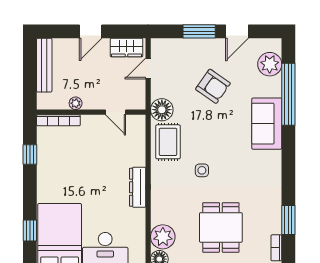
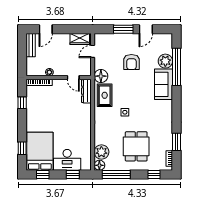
door: (91, 31) -> (46, 29), moved
plant: (270, 64) -> (165, 61), moved
bench: (44, 65) -> (31, 45), width x0.73
armchair: (213, 86) -> (131, 62), turned 55
dresser: (138, 187) -> (86, 91), moved

